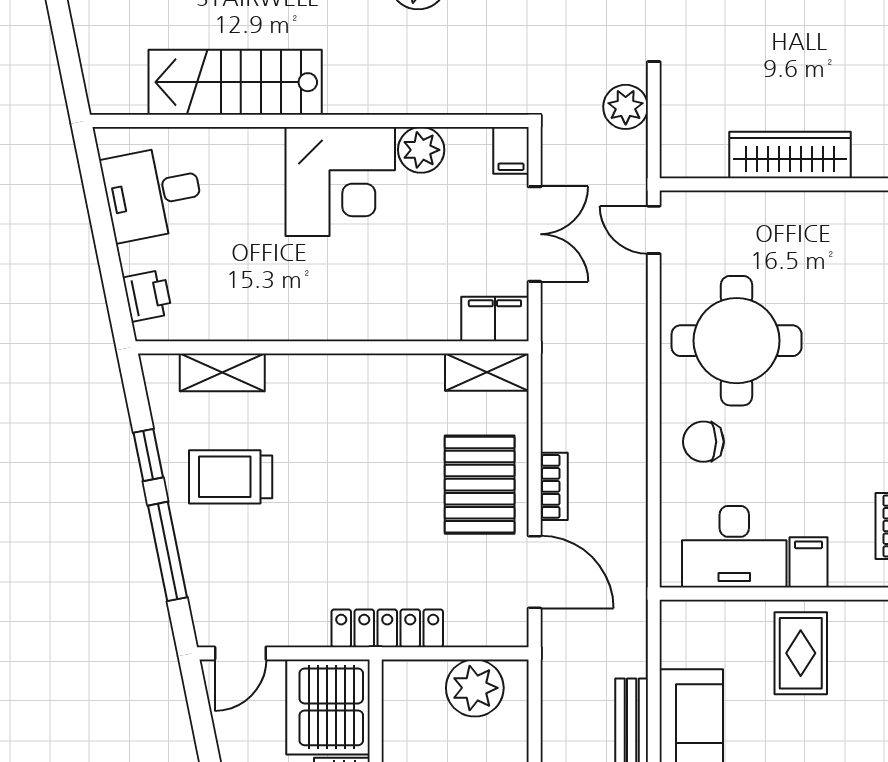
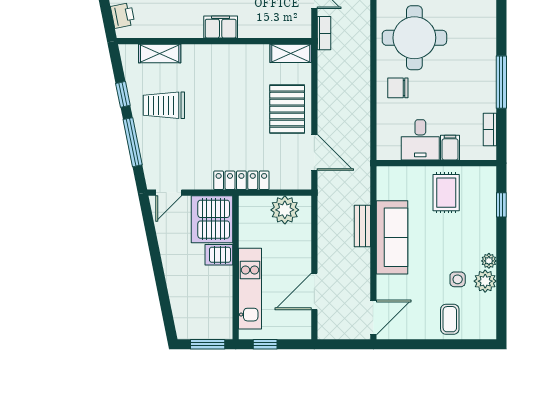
filing cabinet: (495, 319) -> (221, 27), moved
bookcase: (554, 486) -> (324, 33), moved
desk: (734, 547) -> (420, 140), width x0.73

